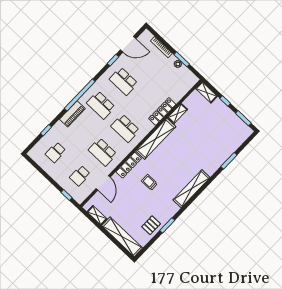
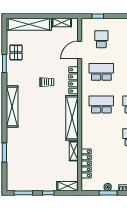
locker: (162, 111) -> (86, 163), moved
door: (103, 183) -> (80, 50), hinge flipped

